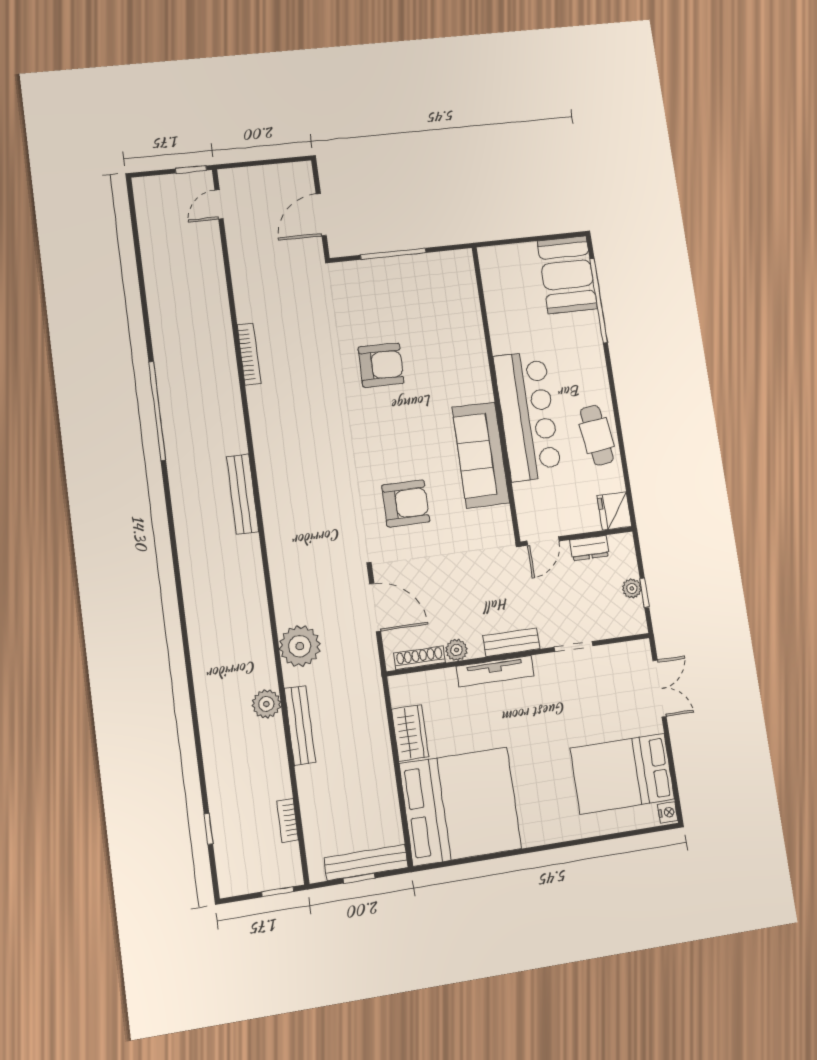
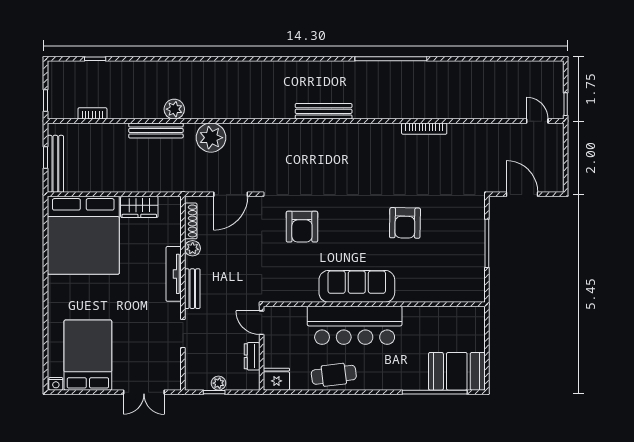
sofa: (481, 455) -> (357, 286), moved

